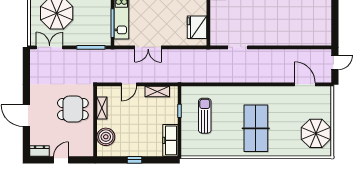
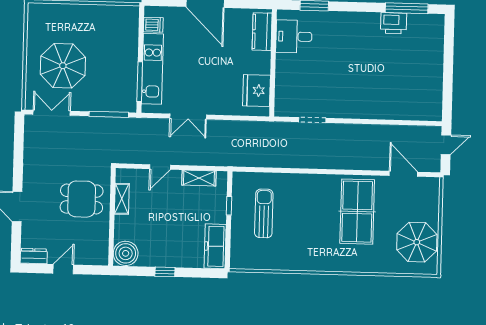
table tennis table: (256, 128) -> (357, 212), moved
boiler: (106, 137) -> (126, 253), moved

